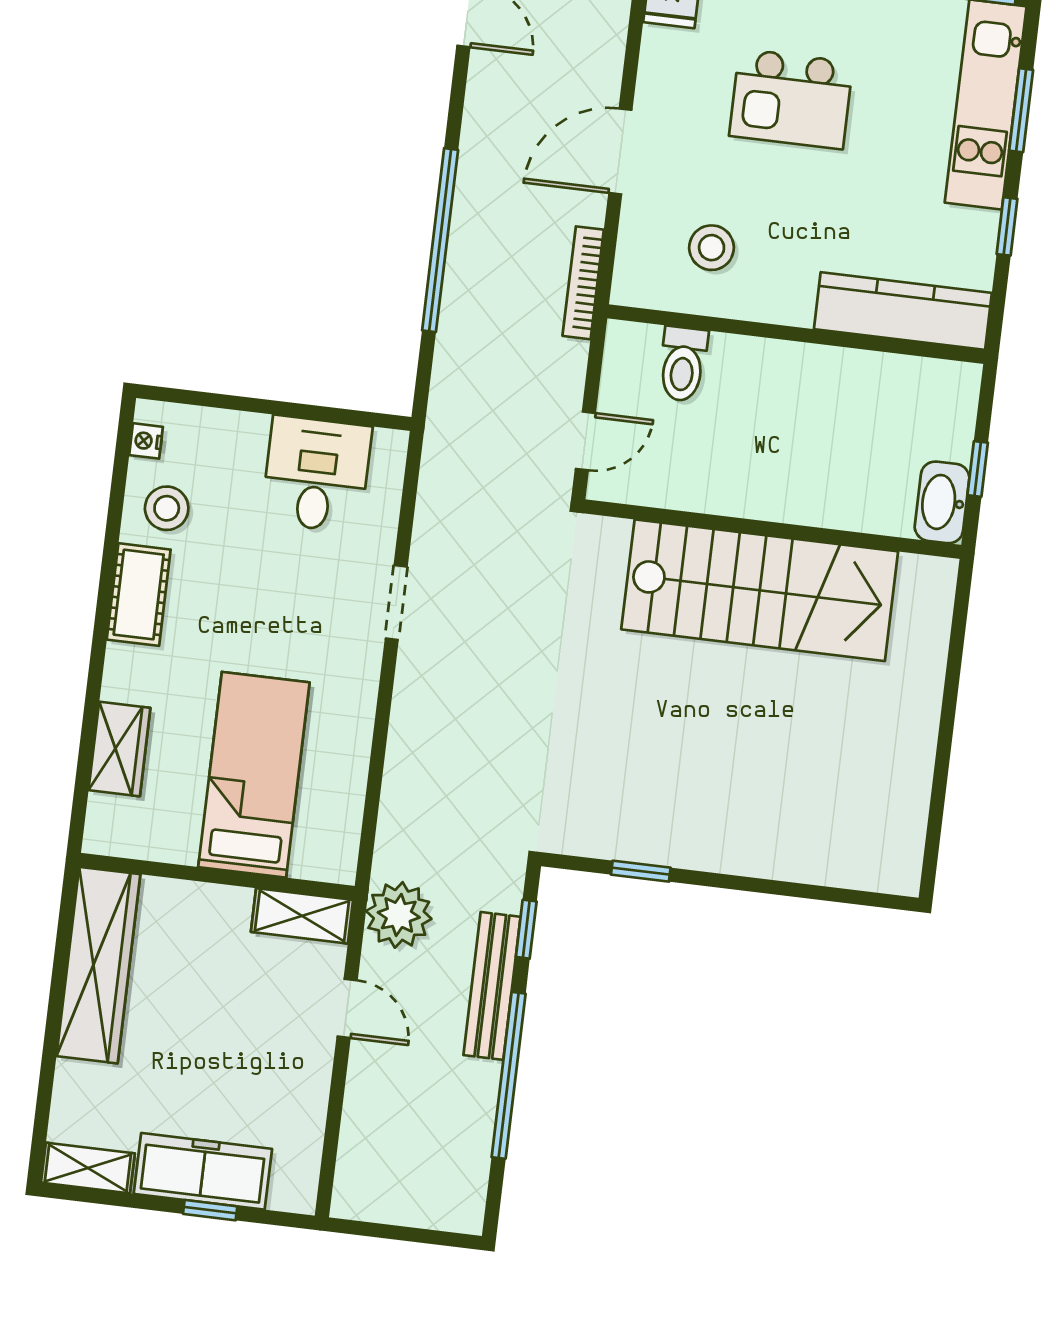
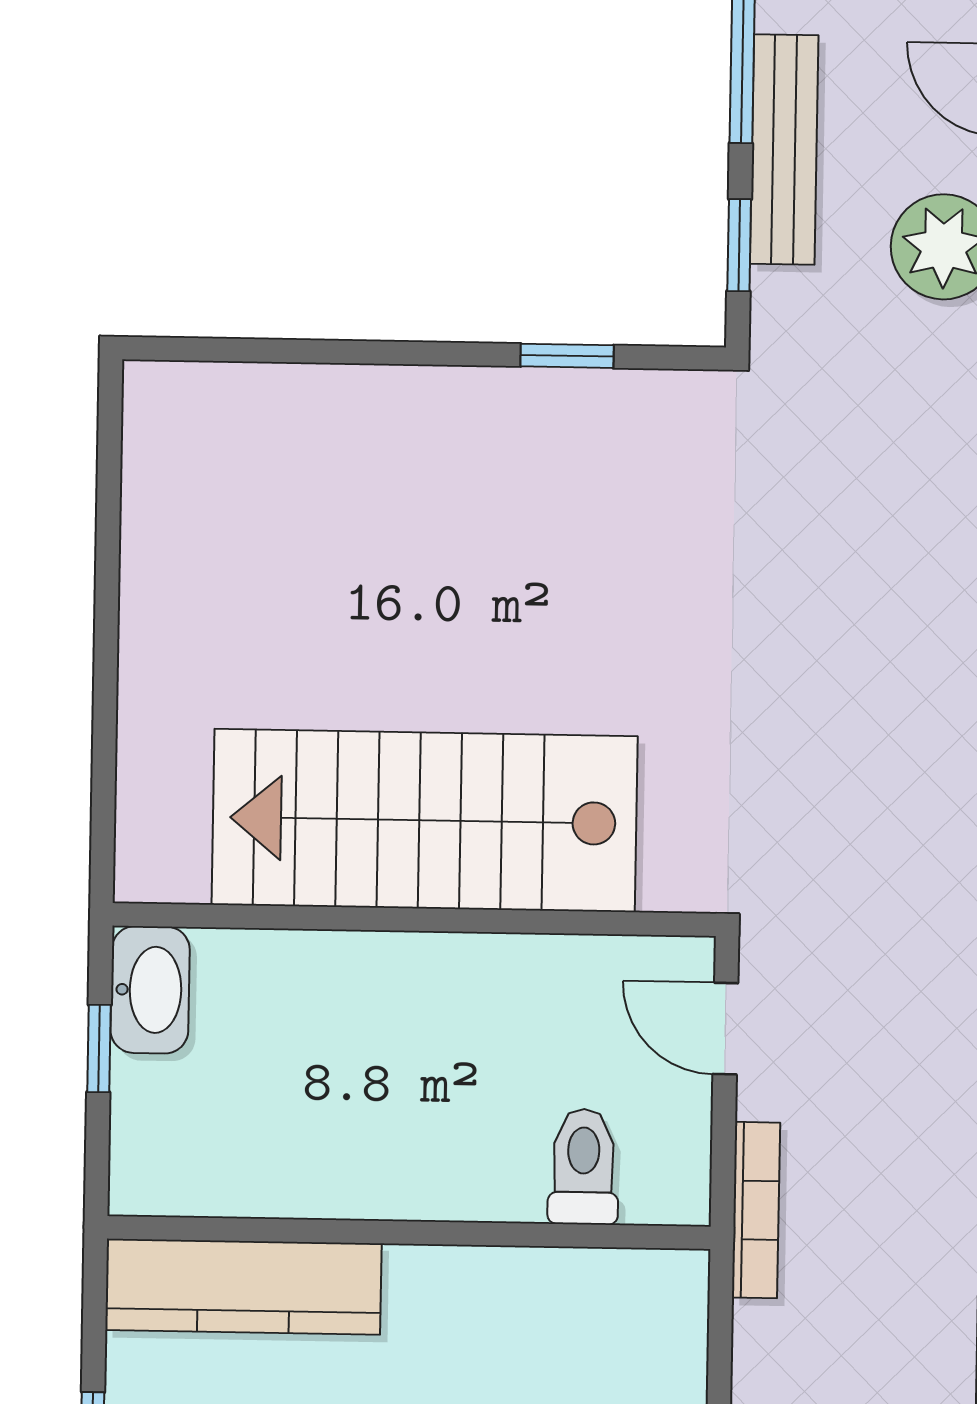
stool: (712, 248) -> (557, 1356), removed
bookcase: (583, 283) -> (756, 1210), moved
door: (585, 441) -> (725, 1029), hinge flipped

